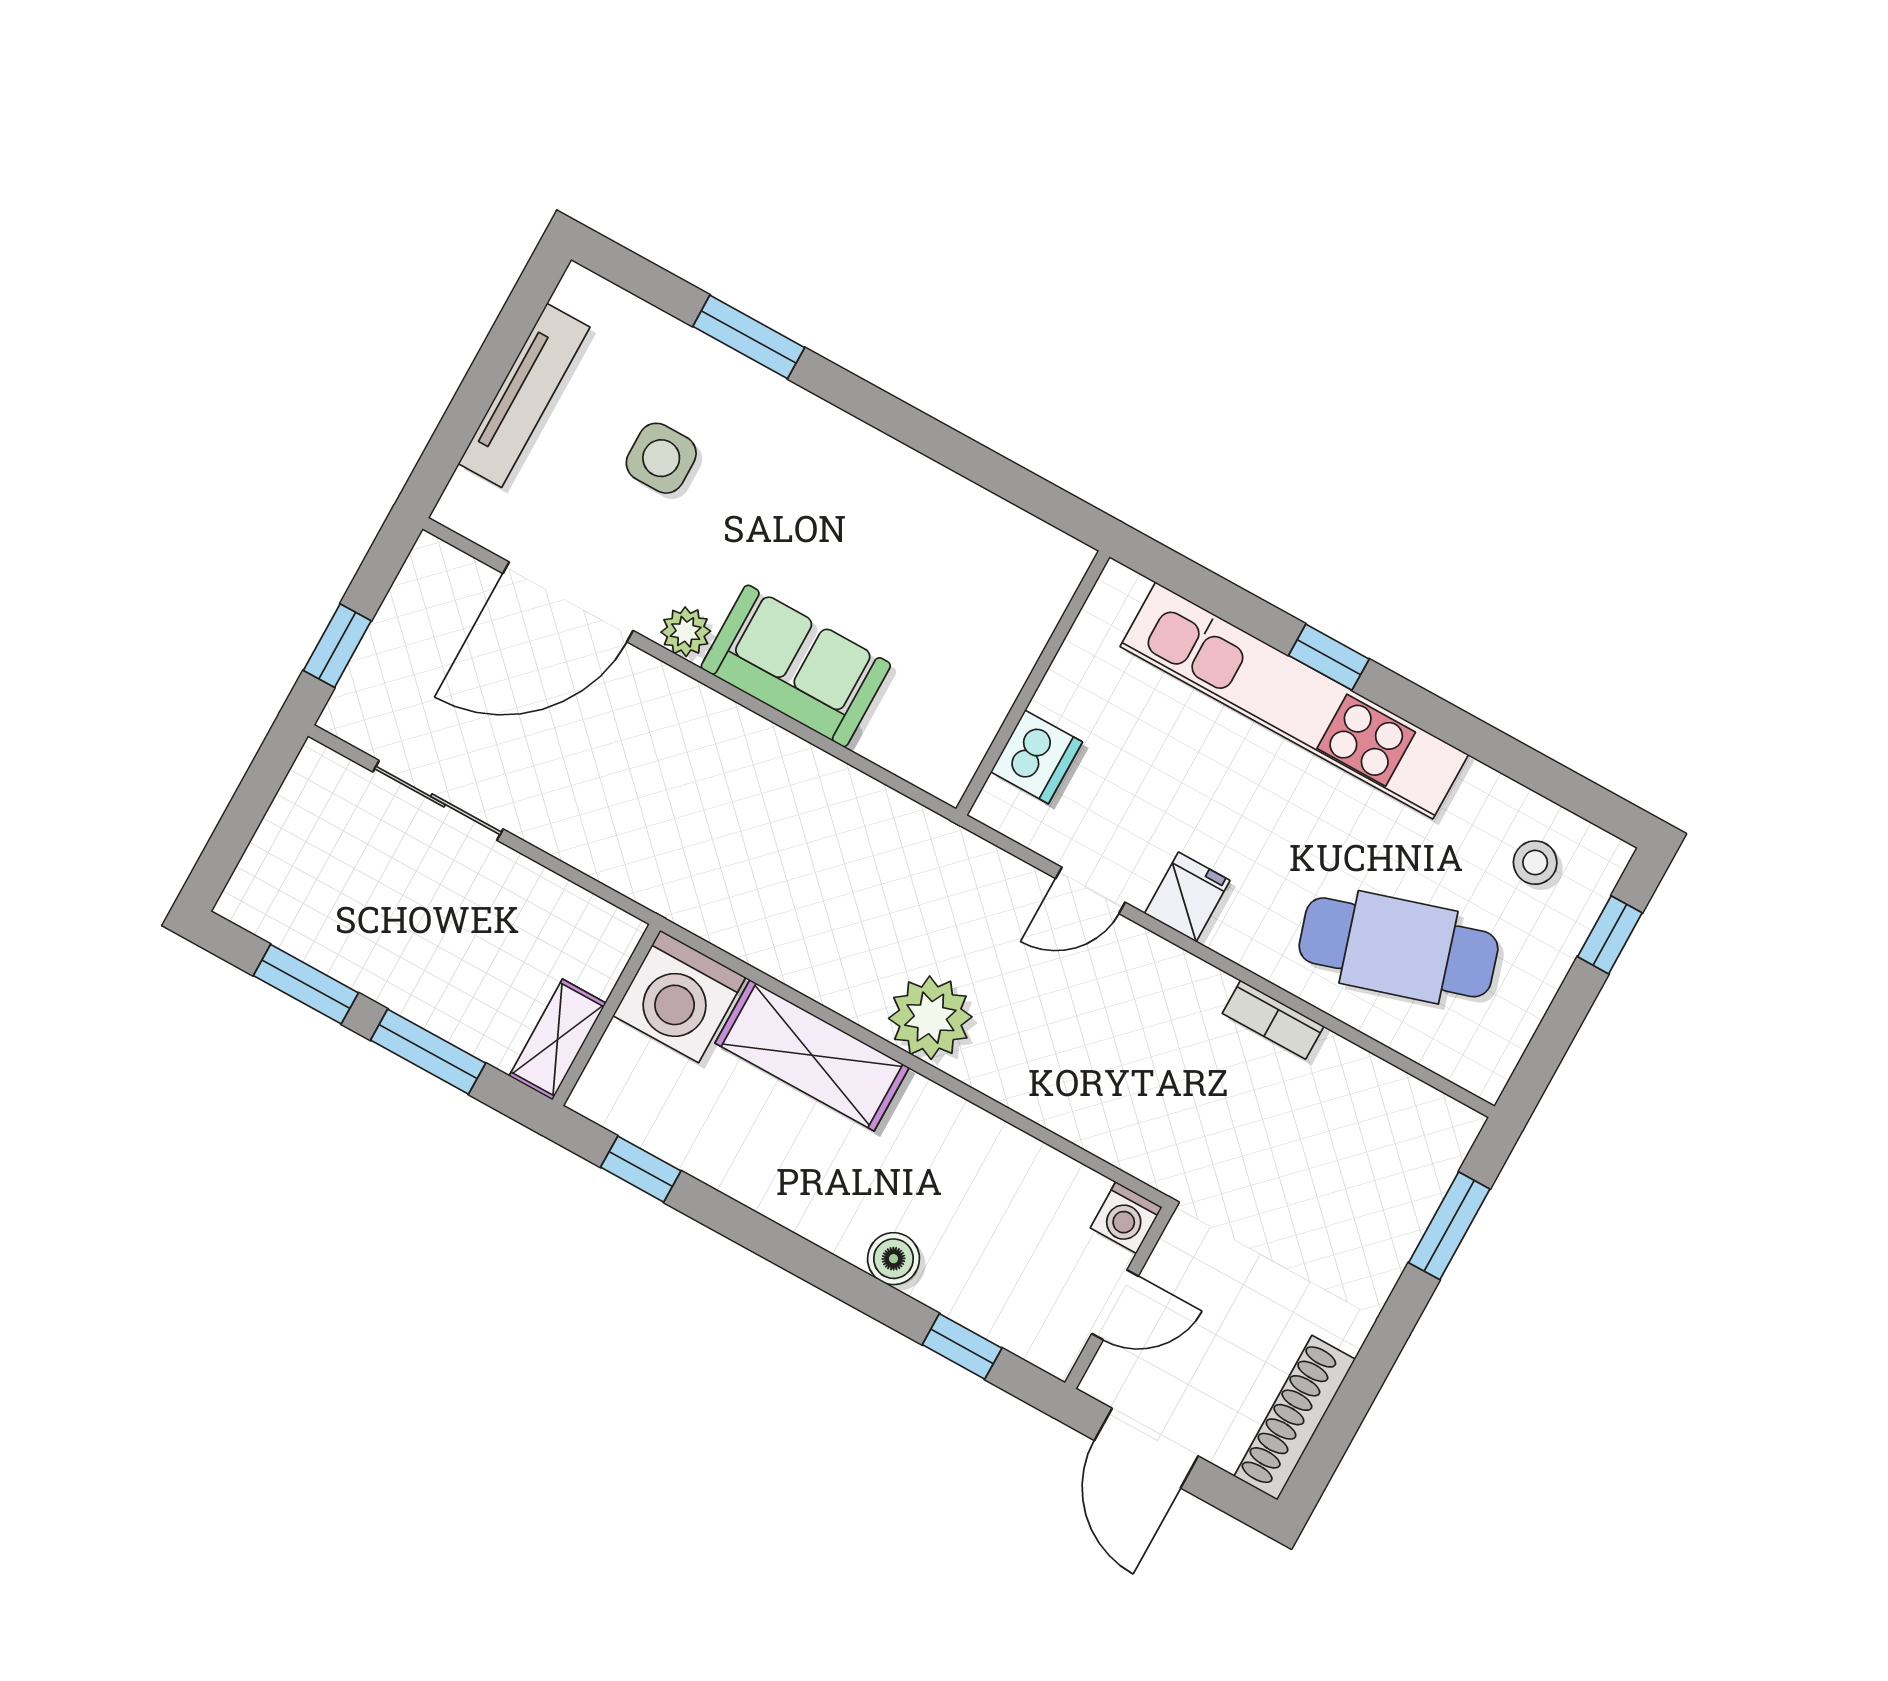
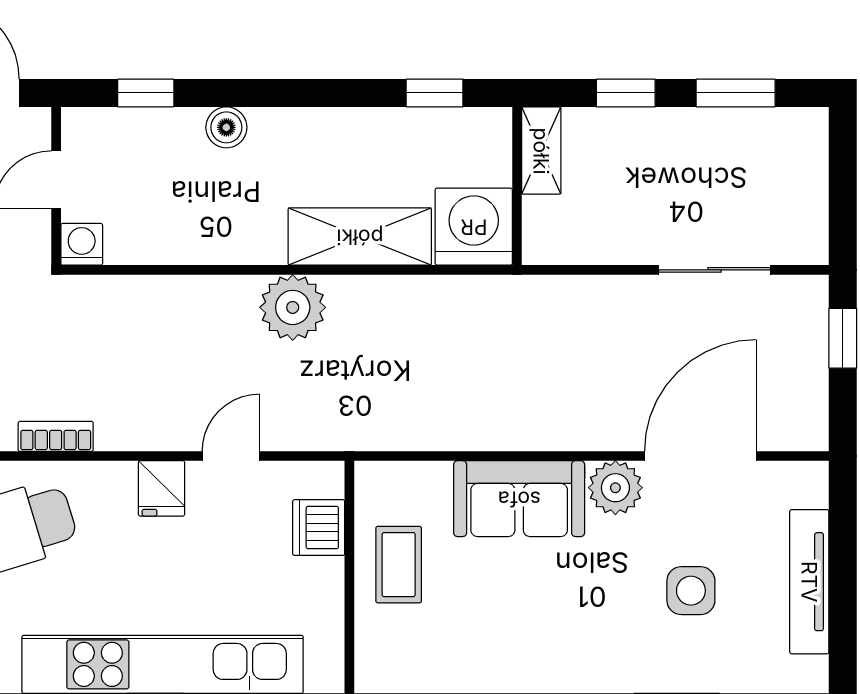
plant: (686, 632) -> (615, 488), width x1.38, depth x1.38
coffee table: (970, 667) -> (399, 565), added
window: (428, 1052) -> (626, 93), width x0.67

